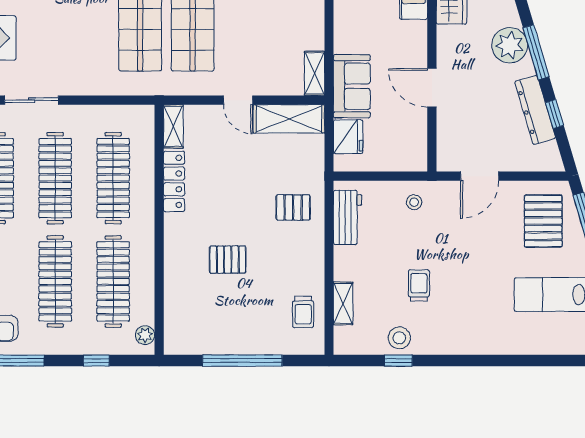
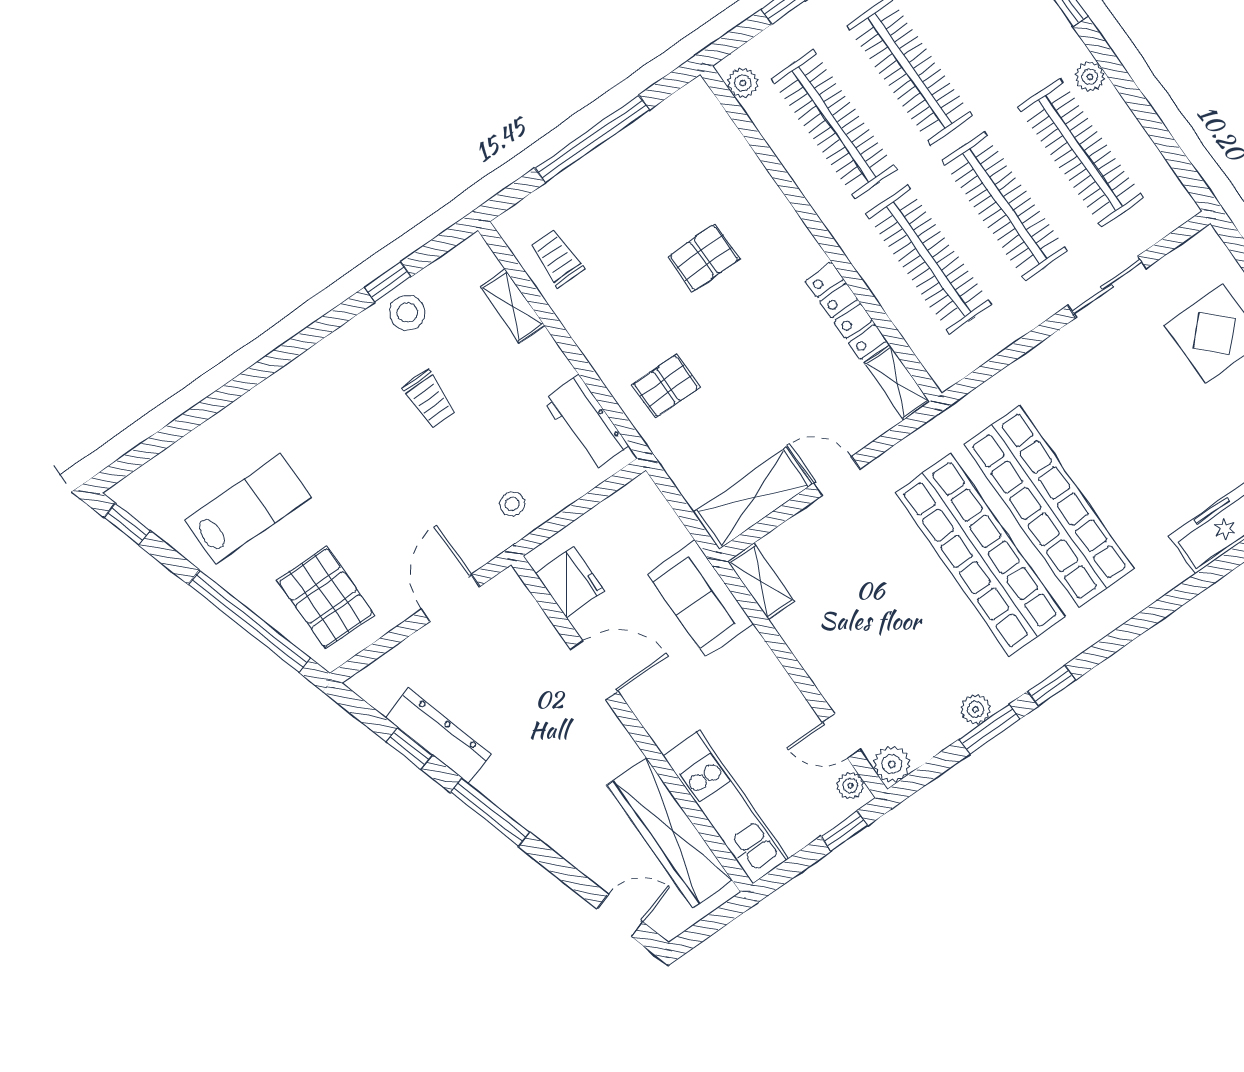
plant: (510, 45) -> (531, 797), removed
fridge: (348, 137) -> (570, 582), moved, turned 180

